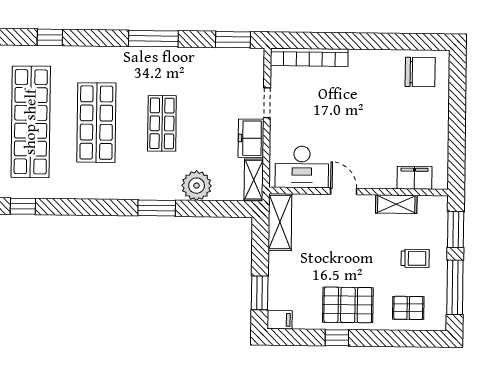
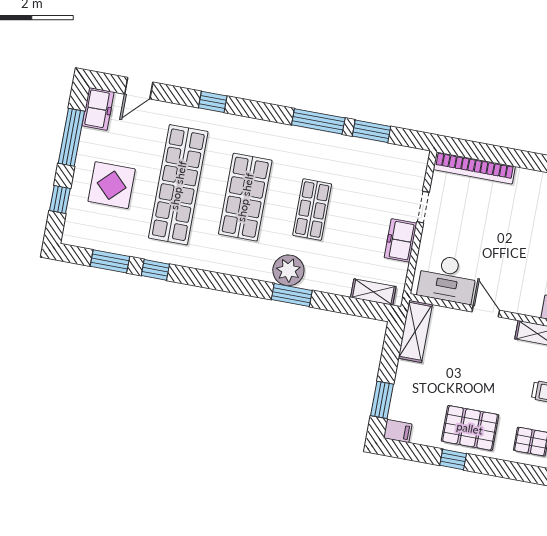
window: (233, 40) -> (371, 131), moved
shelving: (254, 180) -> (373, 292), moved, turned 90
plant: (197, 186) -> (288, 270), moved

